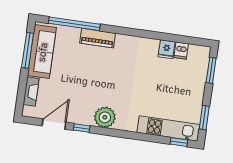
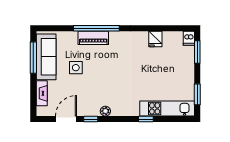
window: (74, 24) -> (96, 28), moved
dishwasher: (181, 51) -> (189, 38), moved
side table: (73, 68) -> (76, 68), added
plant: (105, 117) -> (105, 111), width x0.53, depth x0.53
window: (179, 142) -> (146, 119), moved

